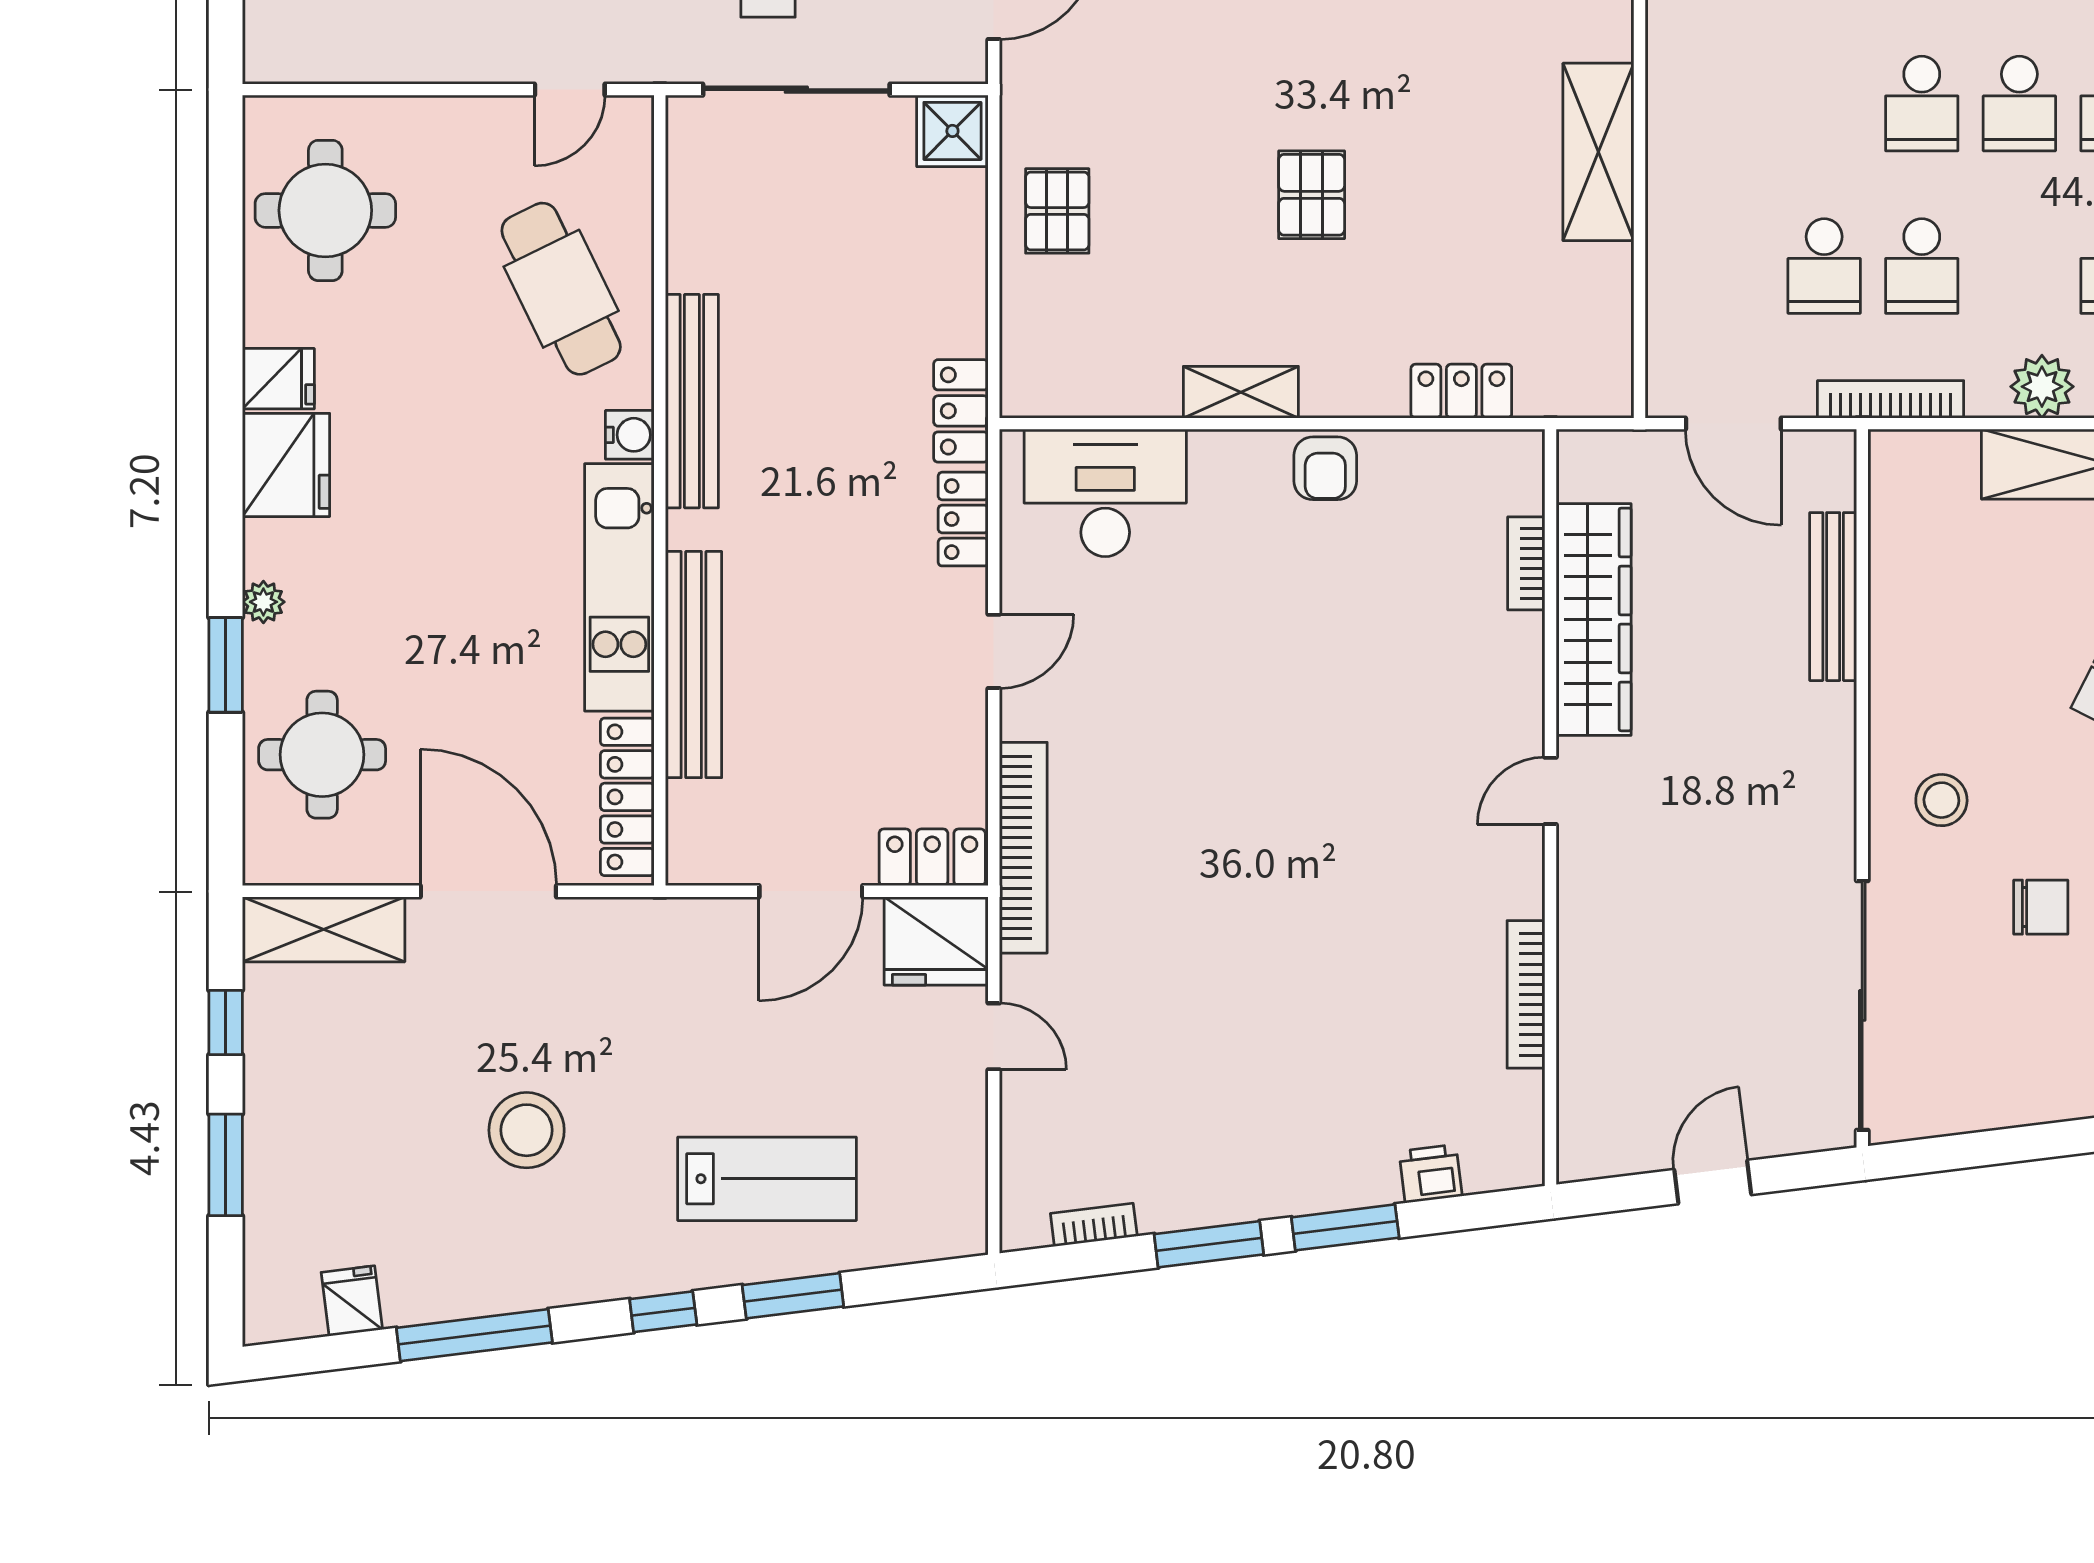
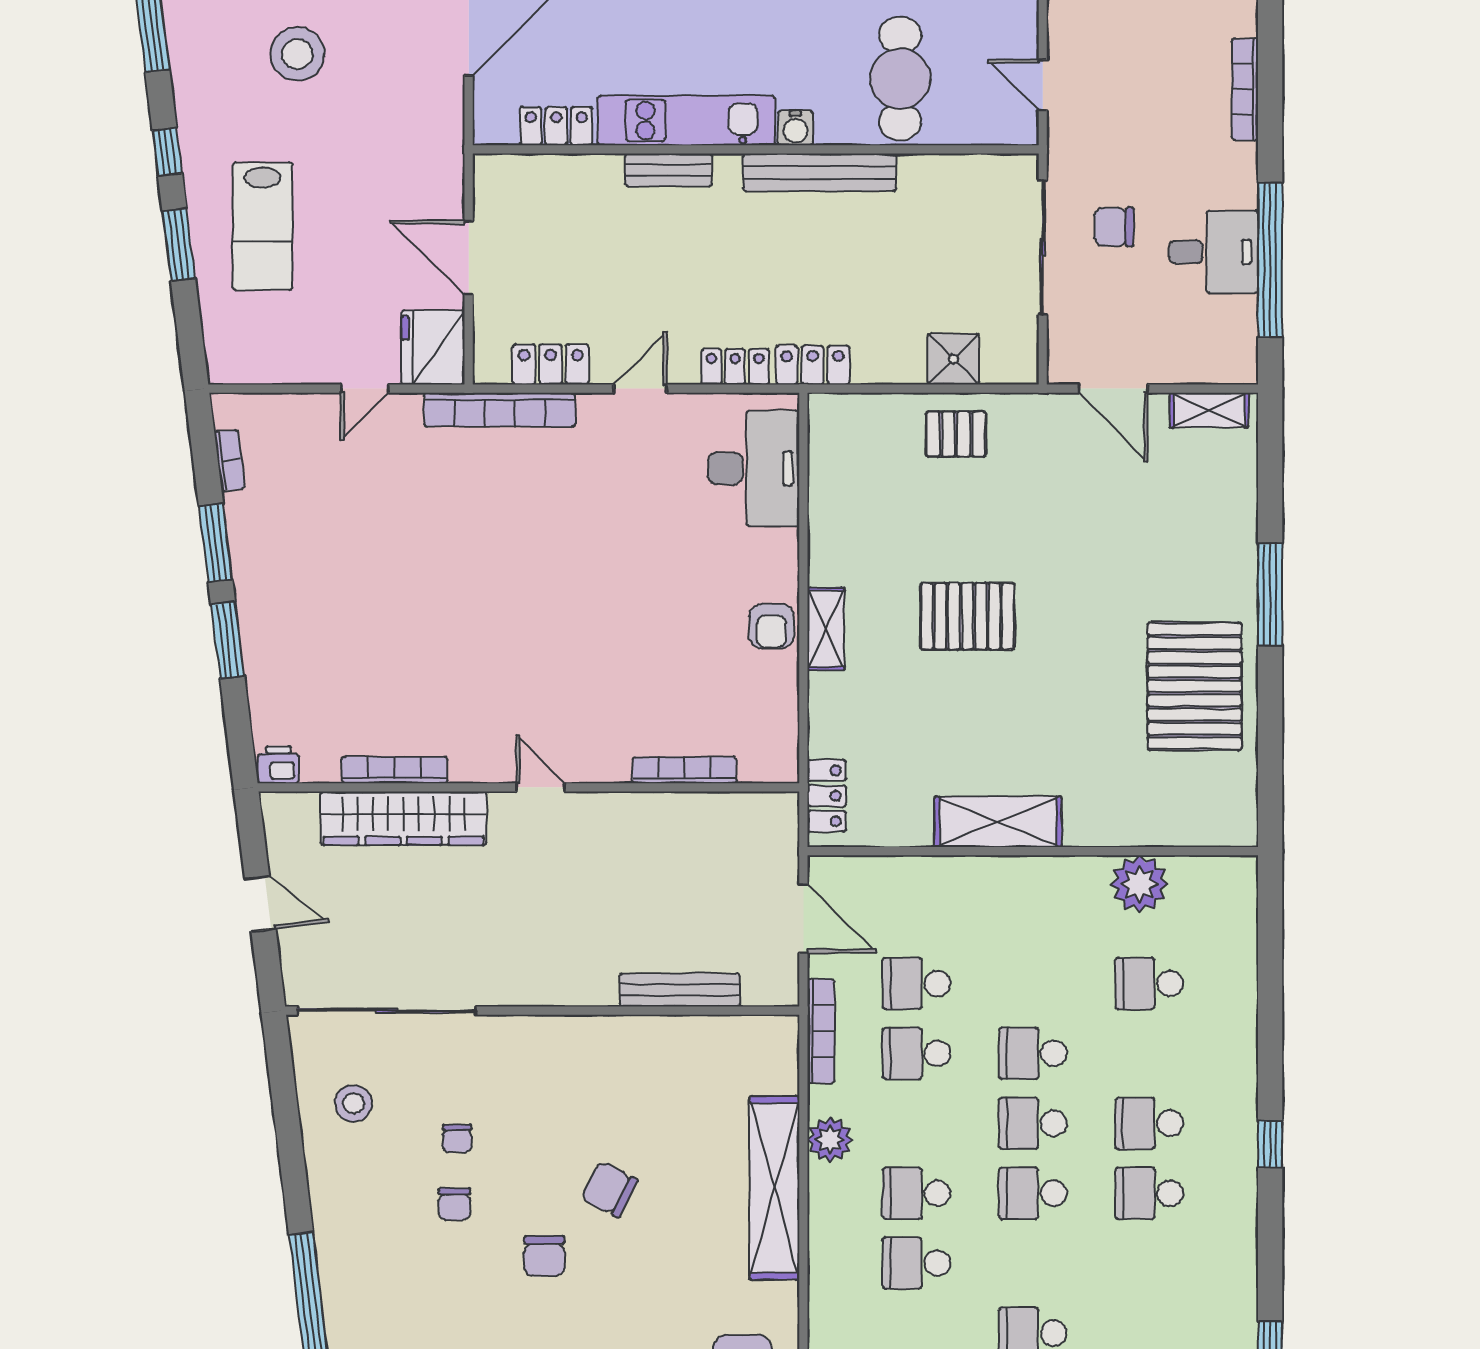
shower: (952, 131) -> (953, 359), moved
pallet: (1312, 195) -> (967, 616), width x1.50, depth x1.42
cafe table: (561, 289) -> (900, 79), turned -64
locker: (1461, 391) -> (827, 796), moved
shelving: (1241, 392) -> (826, 629), moved
door: (1733, 424) -> (803, 918), swing flipped
armchair: (1325, 468) -> (771, 626), turned -90
bookcase: (1526, 563) -> (685, 770), width x1.56
wardrobe: (1594, 619) -> (403, 818), moved
door: (994, 651) -> (640, 389), swing flipped
bench: (694, 665) -> (668, 170), width x0.54, depth x0.82
locker: (627, 797) -> (556, 126), width x0.66
stool: (1941, 800) -> (354, 1103), moved
locker: (932, 857) -> (551, 364), moved, turned -90
chair: (2041, 907) -> (457, 1139), width x0.73, depth x0.73
printer: (1431, 1174) -> (278, 765), moved, turned -83

